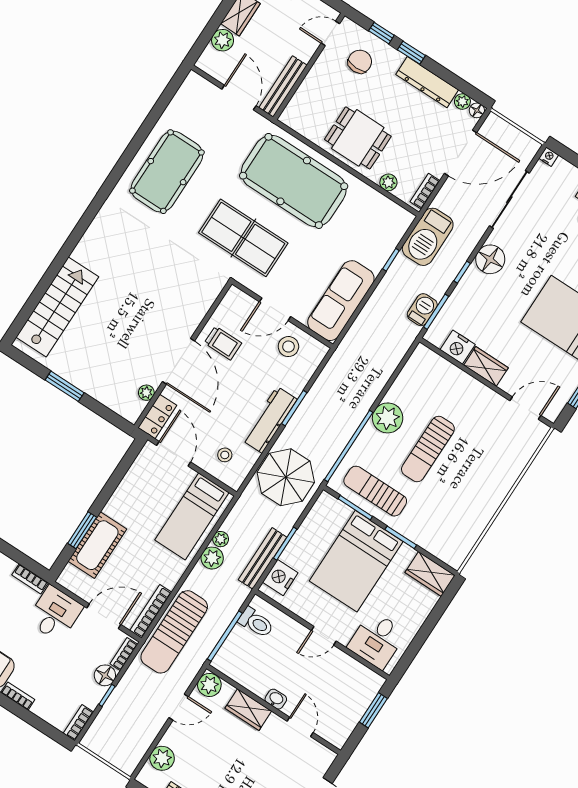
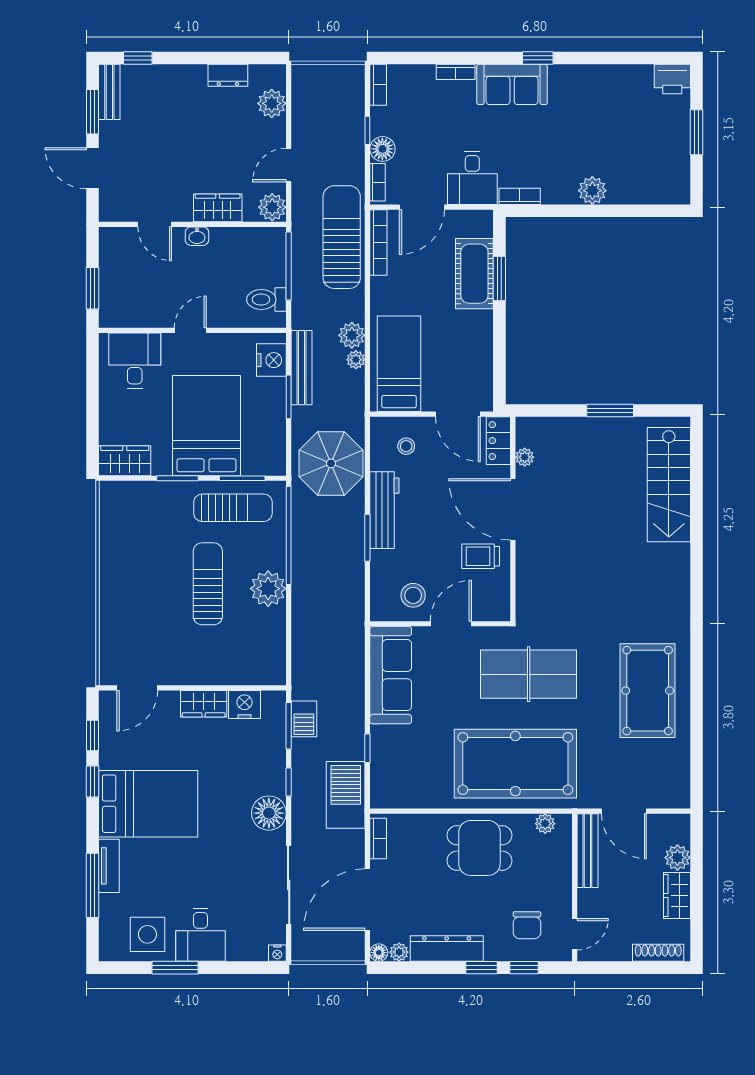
plant: (388, 182) -> (545, 824), moved

